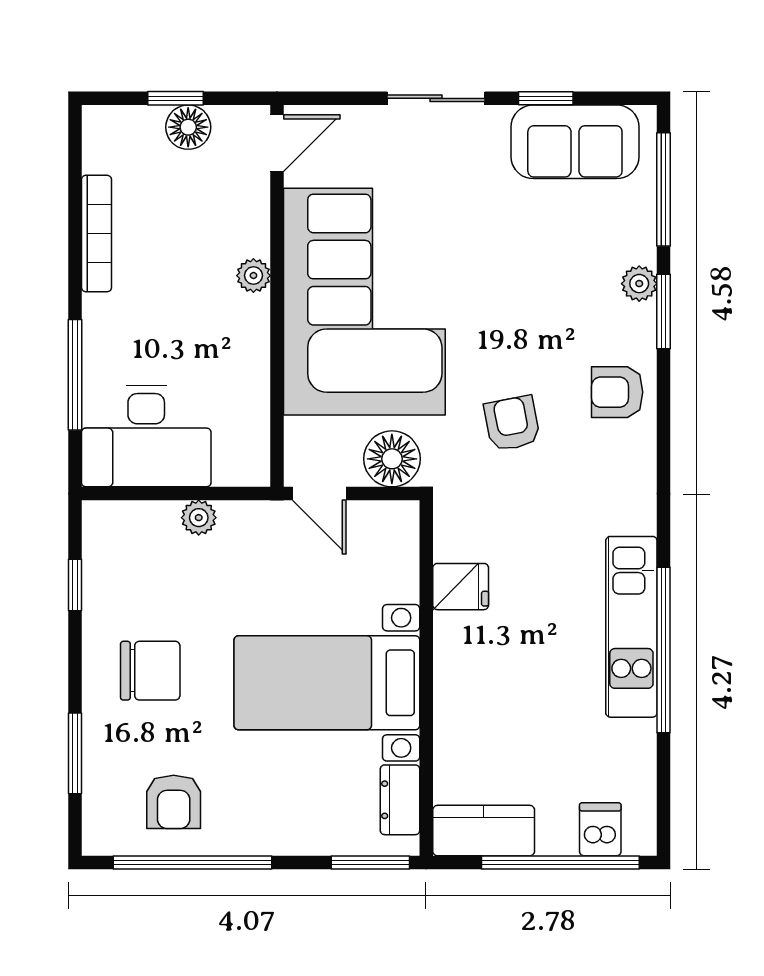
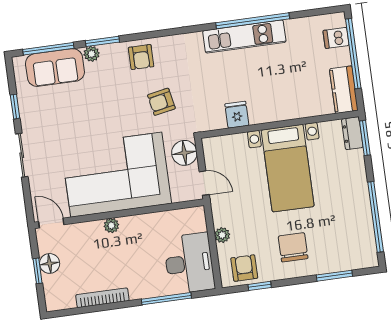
sofa: (575, 142) -> (55, 68), moved, turned 90
door: (319, 494) -> (204, 183), hinge flipped
dresser: (400, 800) -> (352, 133), moved, turned 90
armchair: (174, 802) -> (244, 268), moved, turned -90

